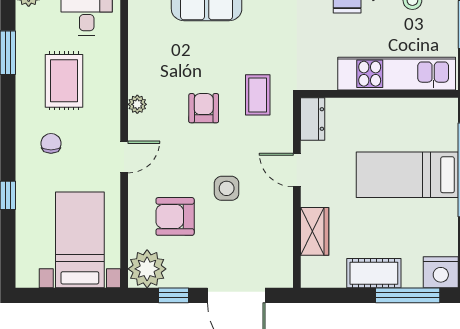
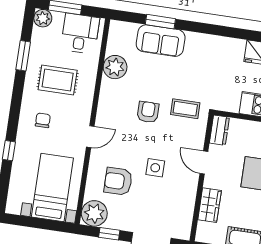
rug: (64, 81) -> (58, 80), turned 90
coffee table: (258, 95) -> (185, 109), turned 90
plant: (137, 104) -> (115, 67), moved, width x1.87, depth x1.87

